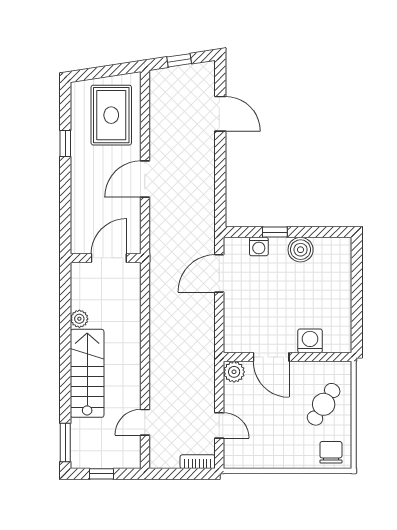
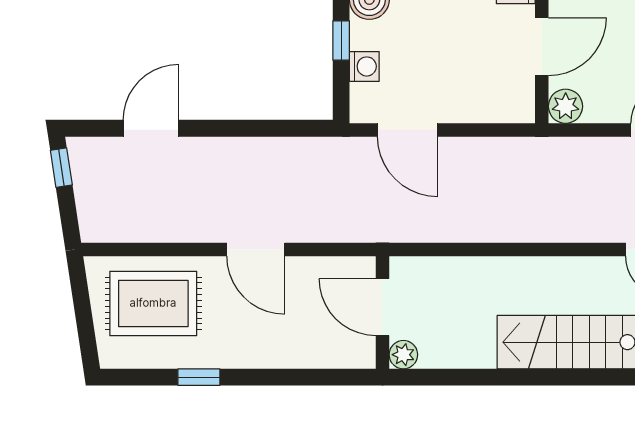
window: (179, 60) -> (61, 168), moved
plant: (79, 319) -> (403, 355), moved

